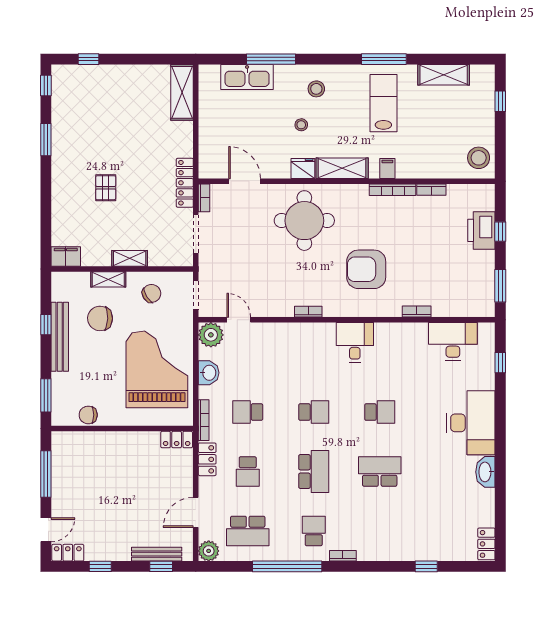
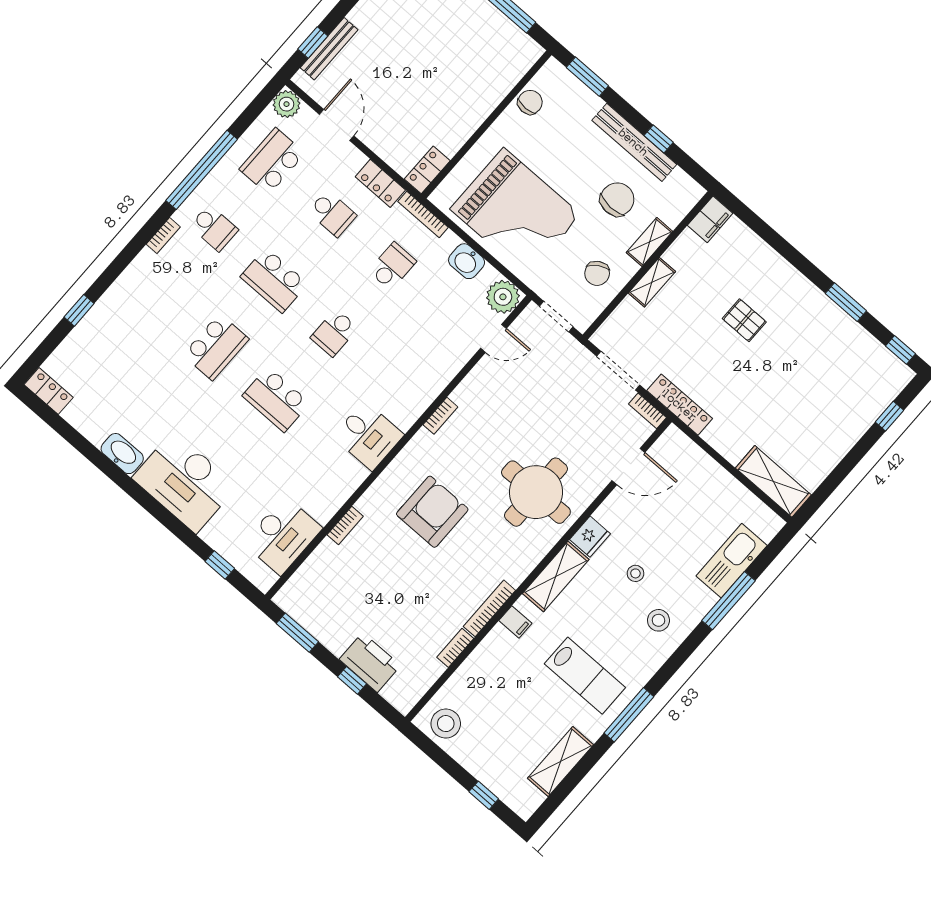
school desk: (380, 412) -> (276, 399), width x1.85
school desk: (248, 471) -> (332, 214), turned 180

